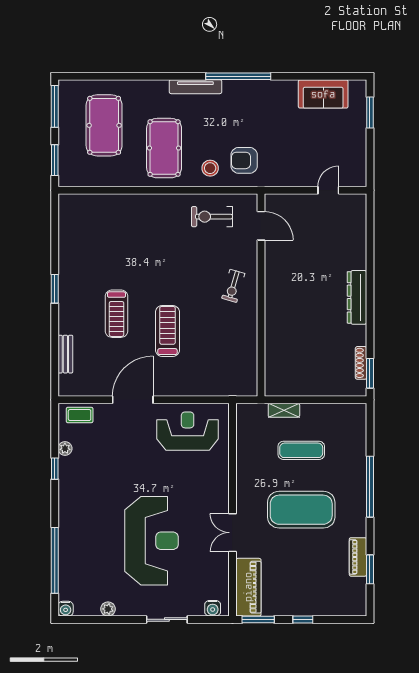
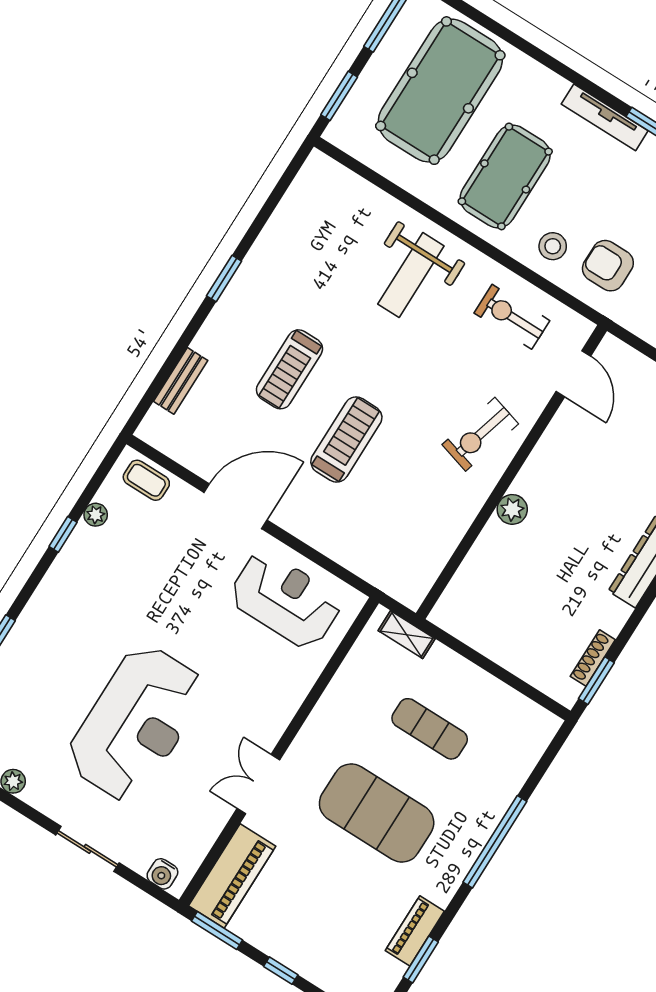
pool table: (104, 125) -> (440, 91), width x1.36, depth x1.32
weight bench: (148, 228) -> (411, 275), added
exercise bike: (233, 286) -> (480, 434), width x1.38, depth x1.39
plant: (273, 314) -> (512, 509), added
shelving: (284, 410) -> (407, 635), moved

